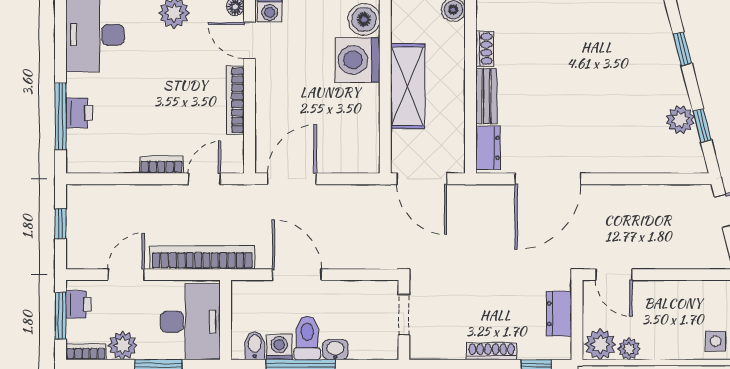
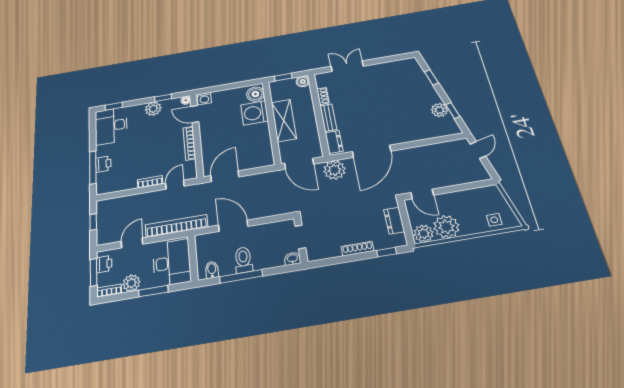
plant: (479, 203) -> (334, 170), added
washing machine: (279, 347) -> (227, 268), removed
plant: (629, 349) -> (446, 227), width x1.87, depth x1.87
washbasin: (335, 350) -> (292, 259), moved

